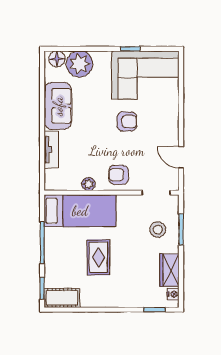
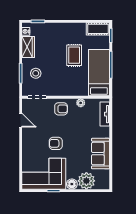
floor lamp: (57, 59) -> (72, 184), moved
tv unit: (51, 150) -> (105, 114), moved
bed: (80, 211) -> (99, 73), moved, turned 90

